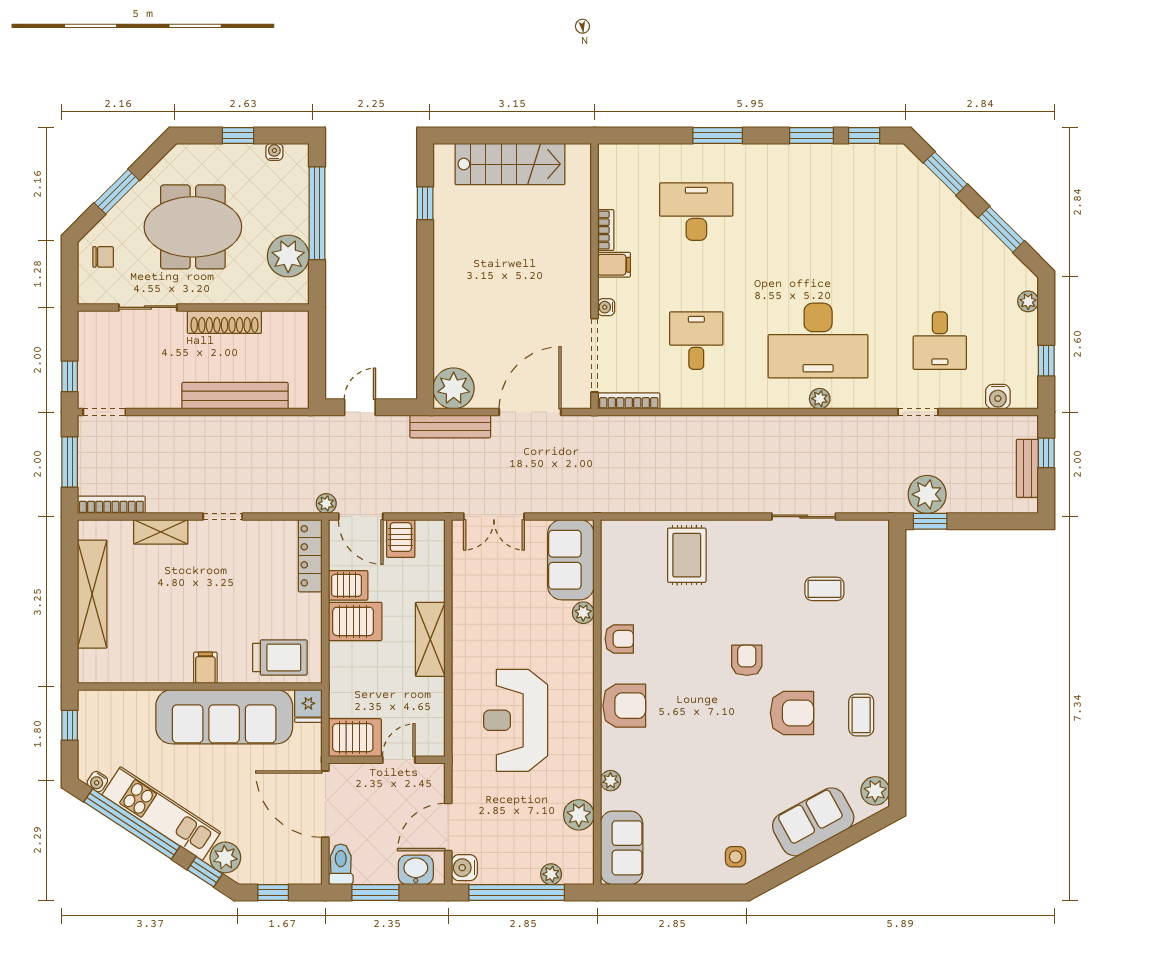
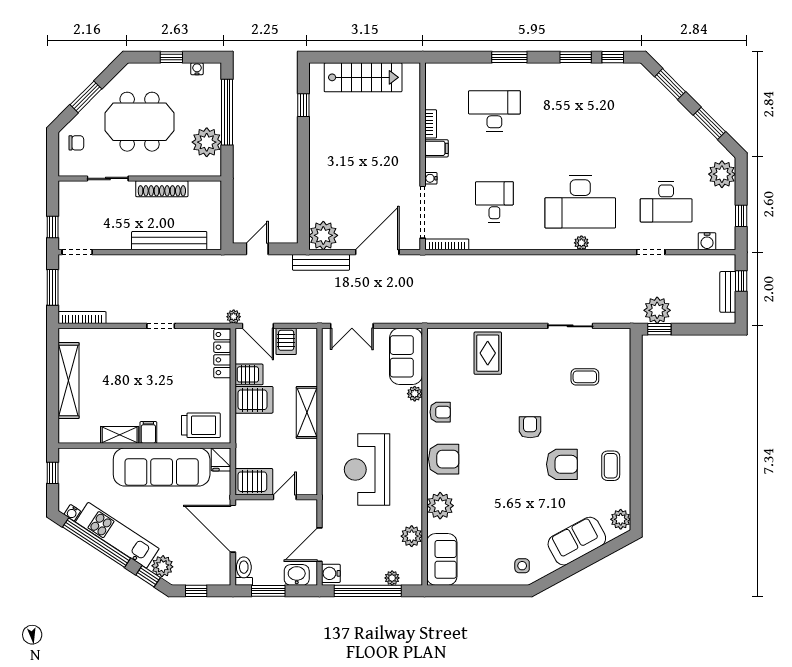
plant: (1028, 301) -> (722, 174), width x1.87, depth x1.87
desk: (940, 341) -> (666, 202), width x1.37
shelving: (161, 532) -> (120, 435), moved
plant: (610, 781) -> (440, 506), width x1.88, depth x1.88

